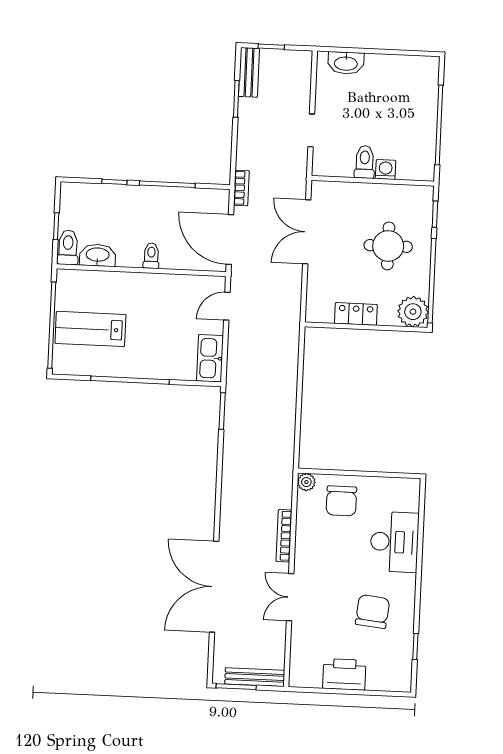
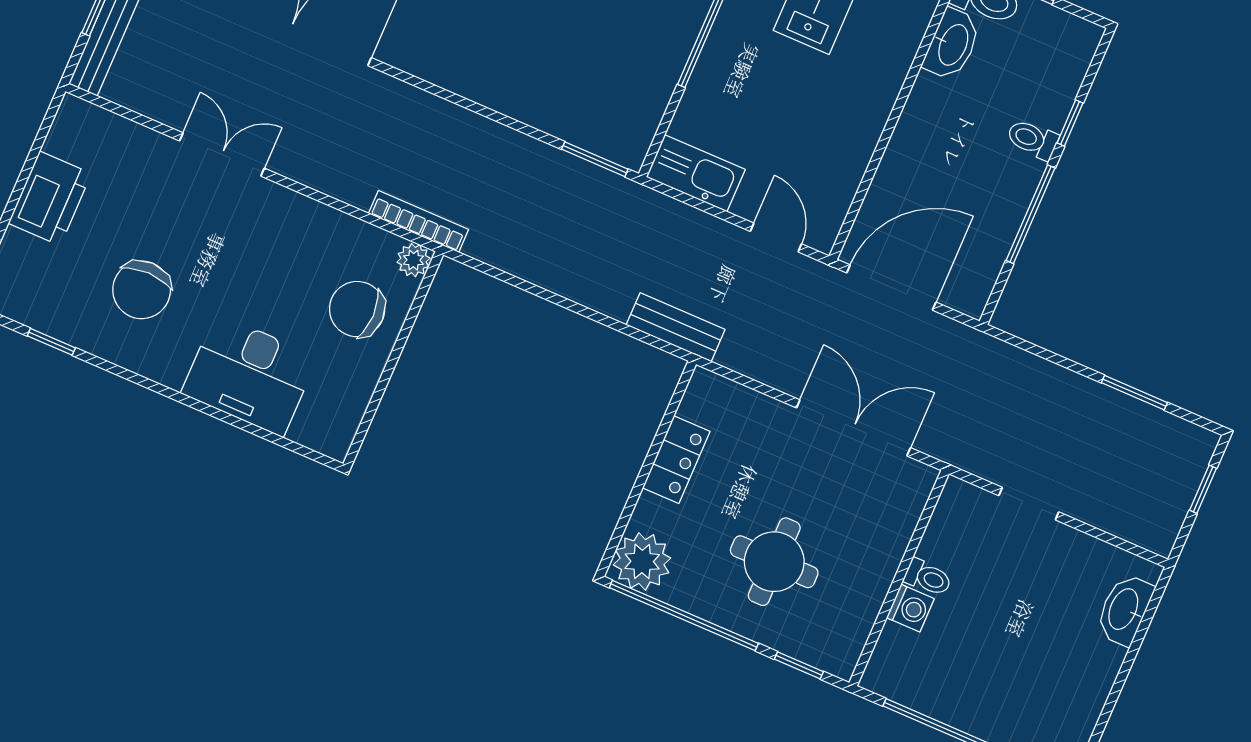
bench: (249, 72) -> (676, 327), moved
toilet: (365, 162) -> (928, 578), width x0.73, depth x0.72
bookcase: (241, 188) -> (974, 342), removed
toilet: (151, 256) -> (1032, 139), moved, turned 180
bookcase: (284, 536) -> (418, 221), moved
chair: (372, 612) -> (142, 290), turned 84

